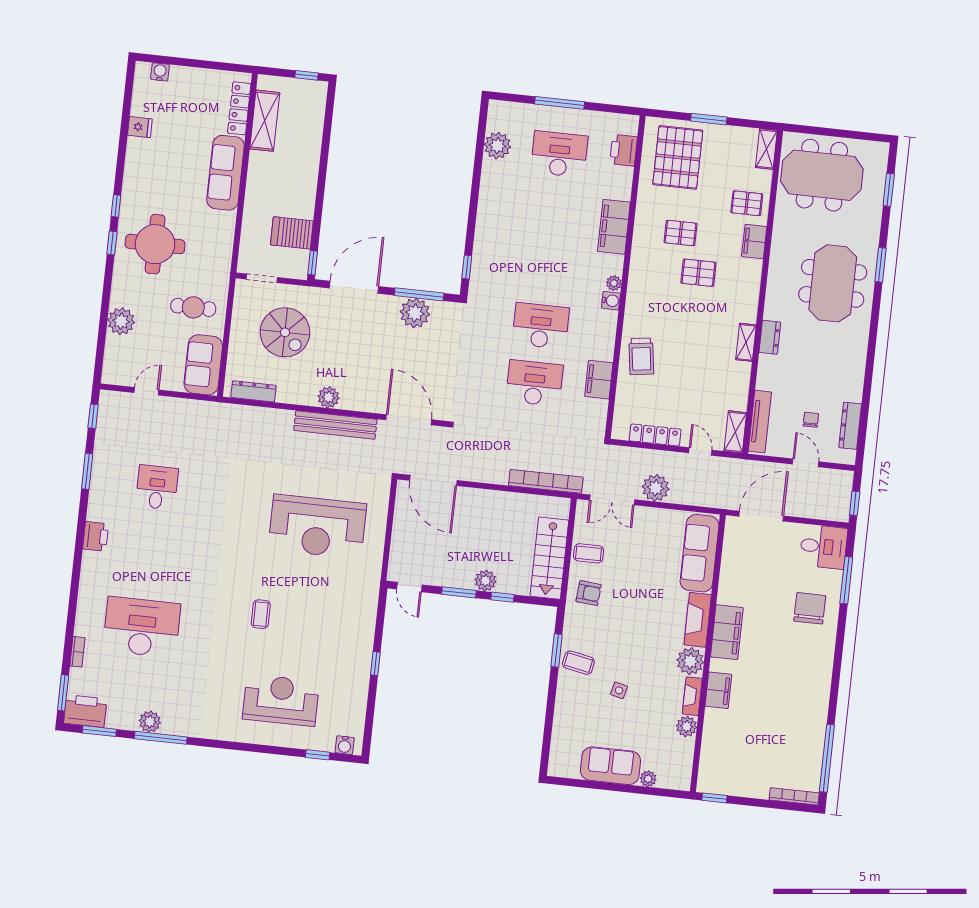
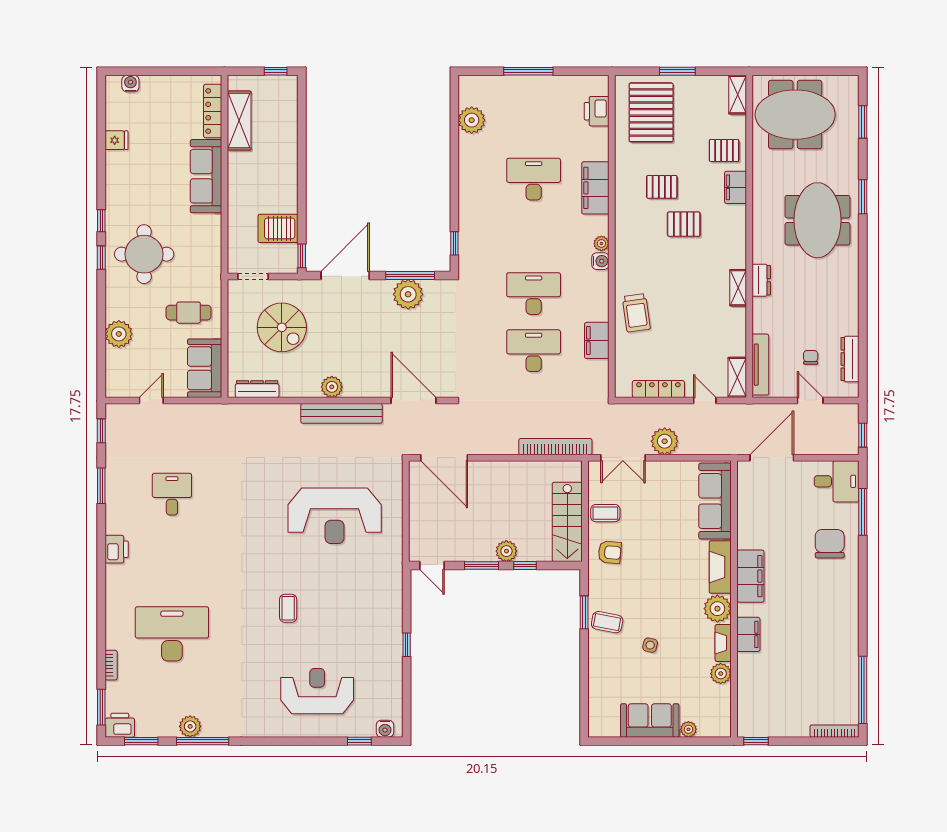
desk: (559, 154) -> (534, 179), moved
printer: (85, 711) -> (120, 725), width x0.73, depth x0.84

